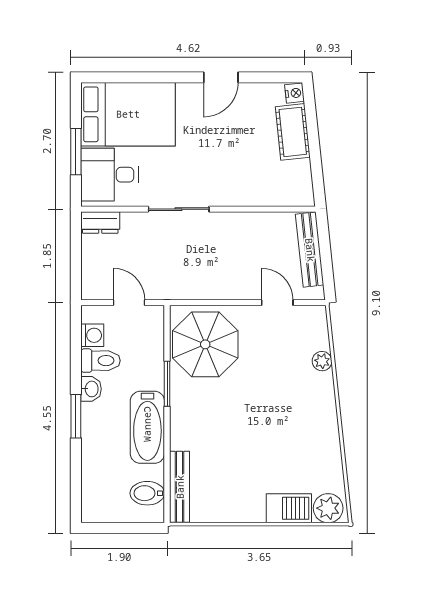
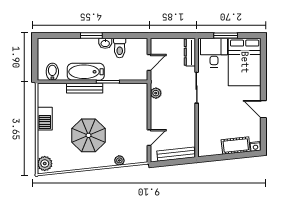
dresser: (100, 222) -> (190, 52), width x1.44
plant: (189, 289) -> (156, 93), added
washing machine: (92, 335) -> (132, 44), removed
parasol: (205, 344) -> (89, 135), moved
bench: (180, 487) -> (85, 88), moved
barbecue: (289, 508) -> (45, 119), moved

